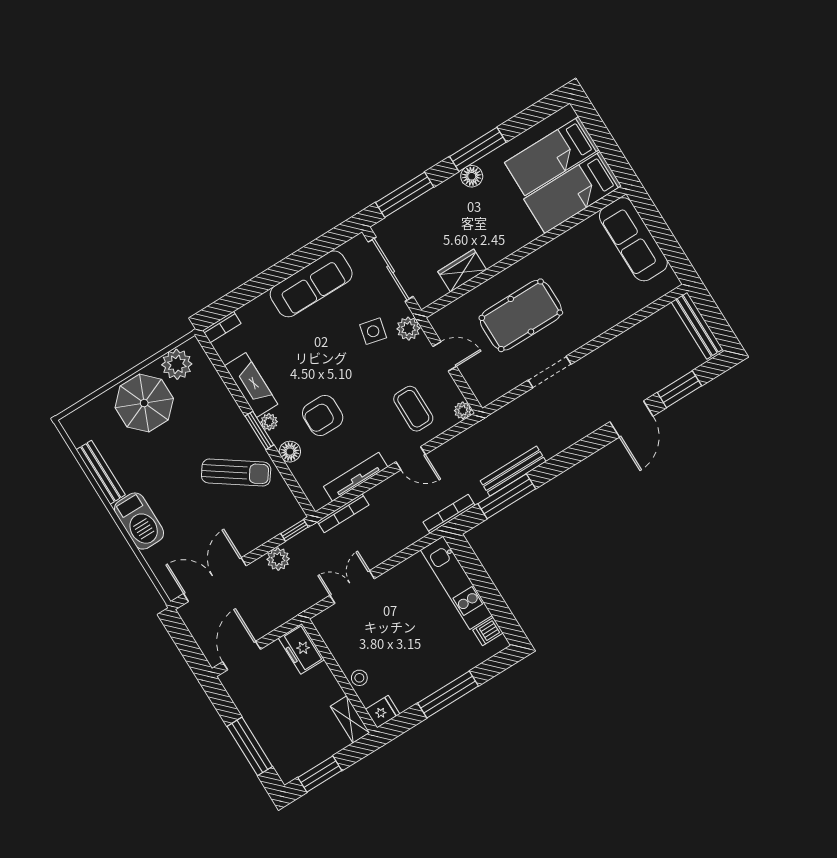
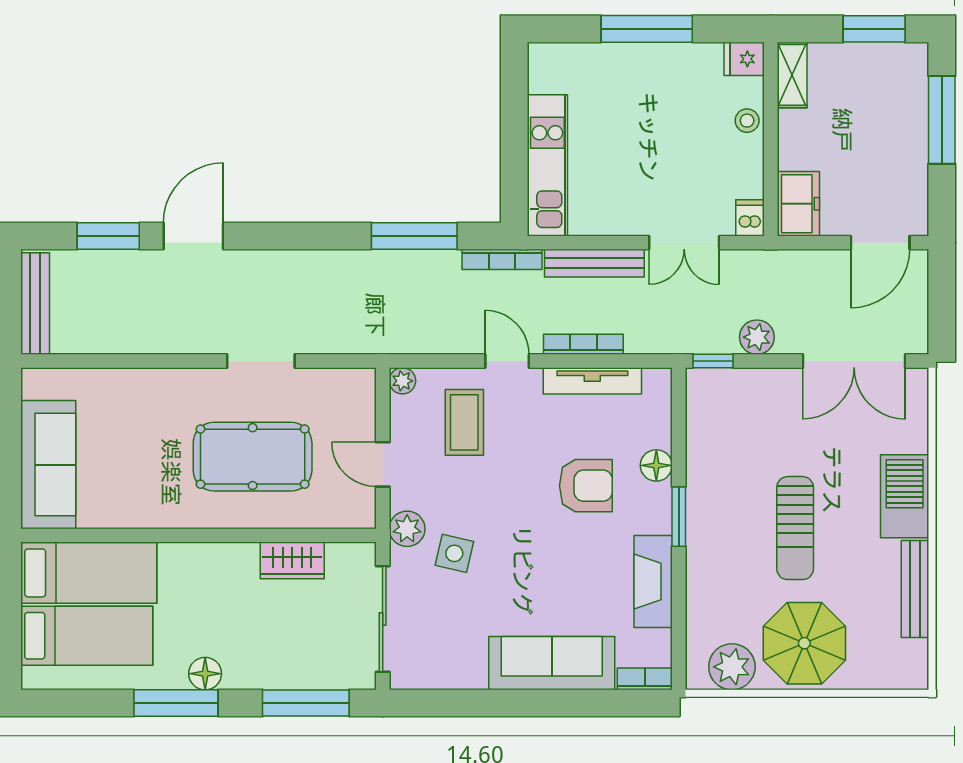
sofa: (311, 284) -> (552, 663), moved
plant: (269, 422) -> (659, 520), removed
bench: (513, 471) -> (594, 263), moved
sun lounger: (236, 473) -> (795, 528), moved, turned -125
bookcase: (343, 513) -> (583, 344), moved
dishwasher: (488, 632) -> (750, 218), moved, turned -90

